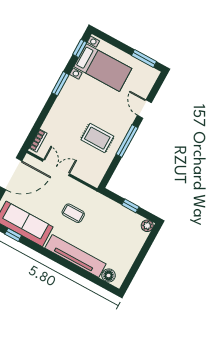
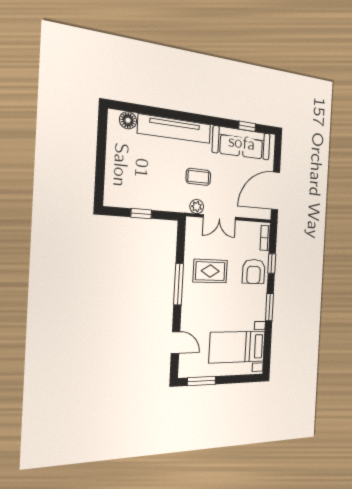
window: (80, 48) -> (272, 263), moved
door: (144, 109) -> (176, 342), moved
armchair: (61, 119) -> (254, 271), added
double door: (56, 167) -> (219, 217), moved
plant: (147, 226) -> (197, 207), moved

